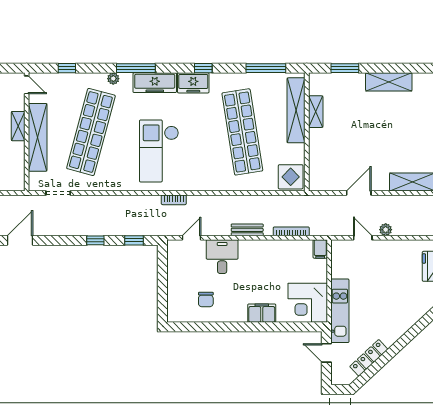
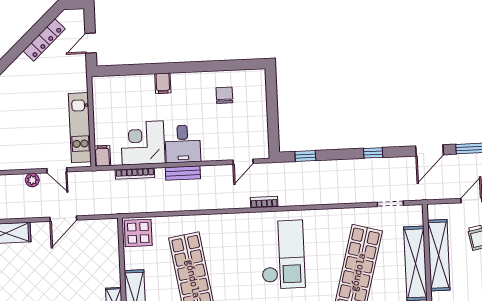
shelving: (18, 126) -> (439, 255), width x2.20, depth x1.33
window: (95, 240) -> (373, 153), moved
desk: (222, 257) -> (183, 144), moved
corner desk: (308, 303) -> (143, 143), moved, turned -90
kitchen unit: (340, 311) -> (80, 128), moved
filing cabinet: (262, 313) -> (163, 83), width x0.50
door: (326, 353) -> (91, 43), swing flipped

